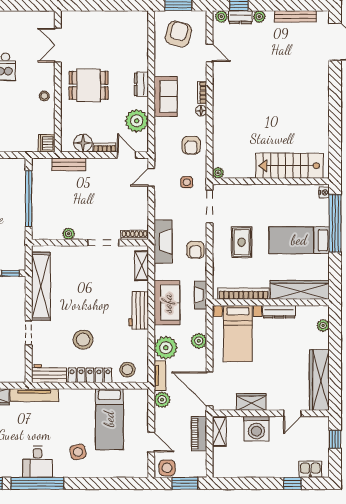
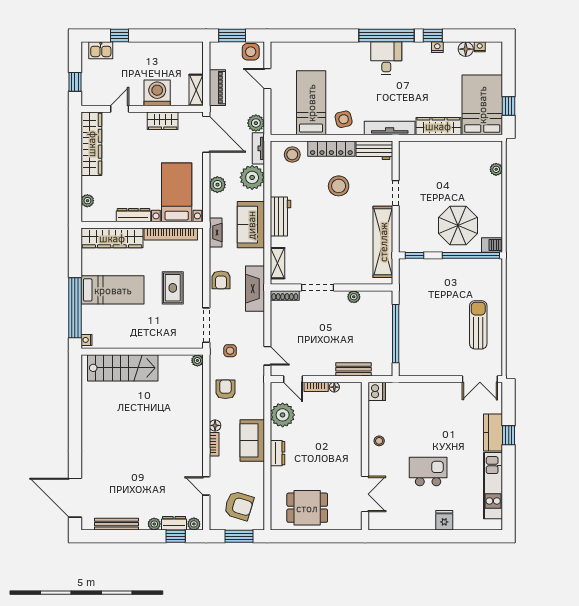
armchair: (178, 34) -> (239, 506), turned -88
dining table: (89, 85) -> (307, 508), moved
floor lamp: (83, 143) -> (334, 387), width x0.53, depth x0.53
door: (151, 177) -> (267, 356), hinge flipped
armchair: (195, 250) -> (221, 280), turned 180
side table: (78, 452) -> (344, 119), moved

